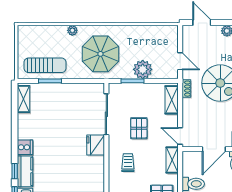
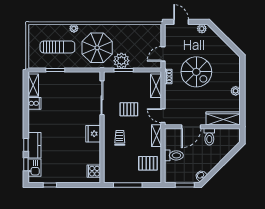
door: (180, 61) -> (163, 54), swing flipped
sun lounger: (45, 65) -> (57, 47), moved
plant: (143, 69) -> (121, 61), moved
pallet: (139, 128) -> (129, 109), turned 90
fridge: (96, 145) -> (93, 134), moved
cooker: (25, 147) -> (34, 103), moved

